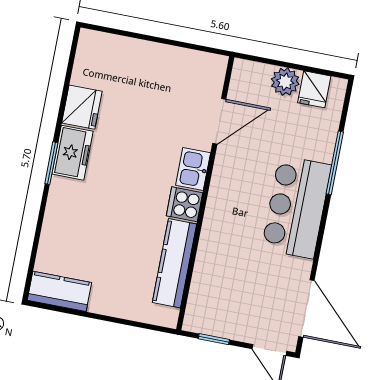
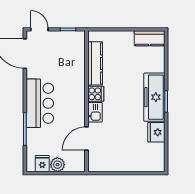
freezer: (73, 153) -> (154, 97), width x1.91, depth x1.26

